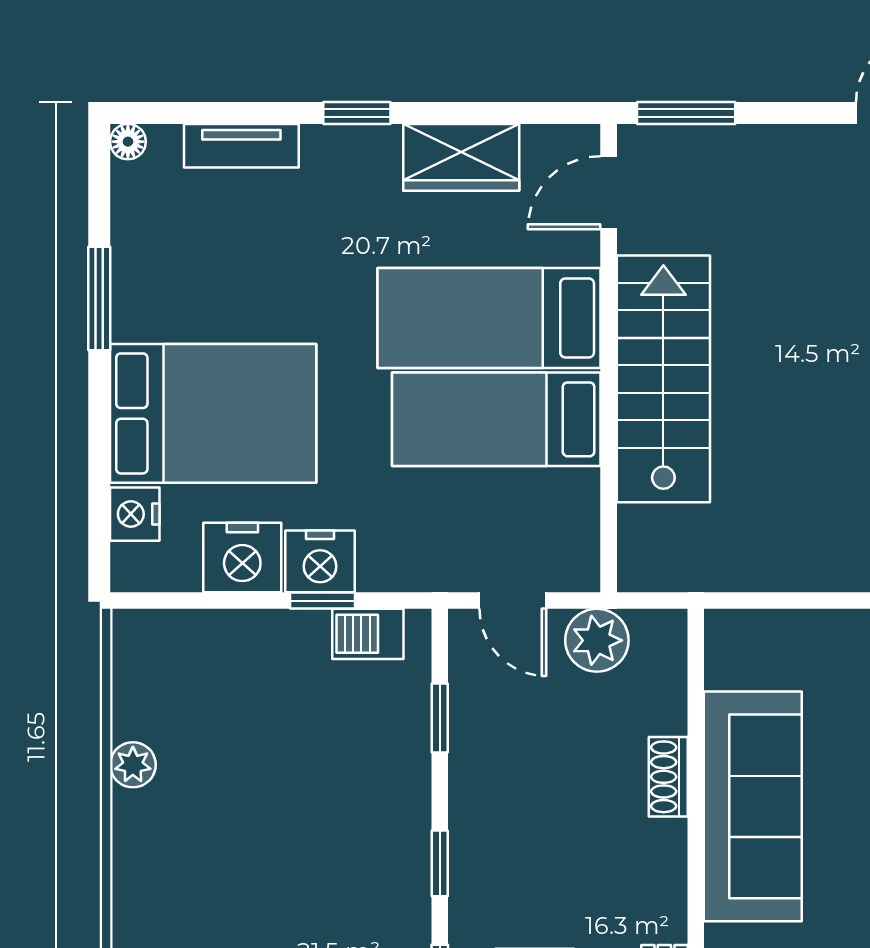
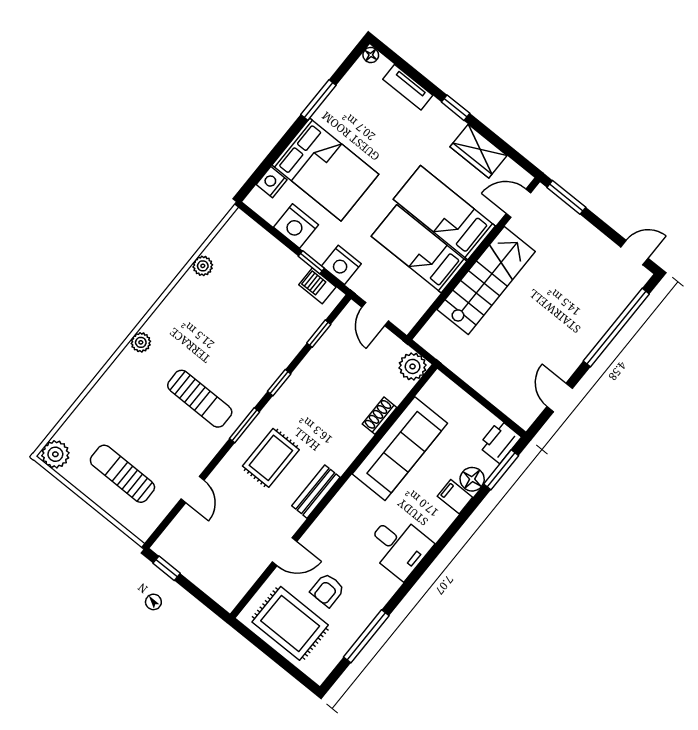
nightstand: (320, 561) -> (341, 265), moved
plant: (597, 640) -> (413, 366), moved

